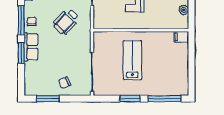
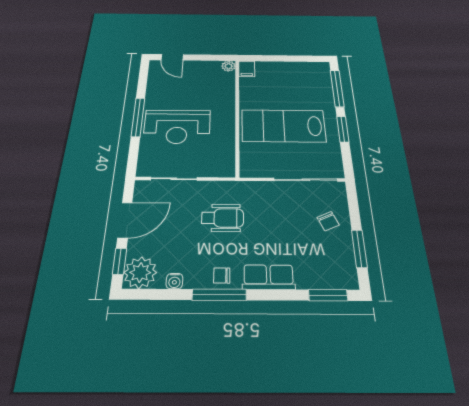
plant: (184, 10) -> (229, 66), moved
wheelchair: (66, 21) -> (223, 218), turned -44
window: (21, 53) -> (328, 295), moved
lab bench: (132, 60) -> (283, 126), width x1.36, depth x1.39

